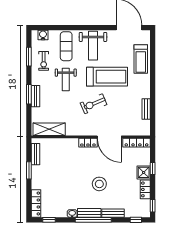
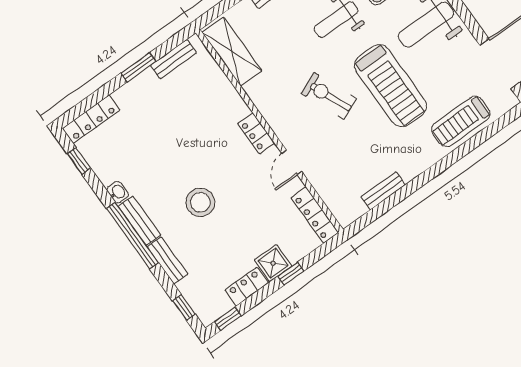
door: (109, 137) -> (292, 162), width x0.53

